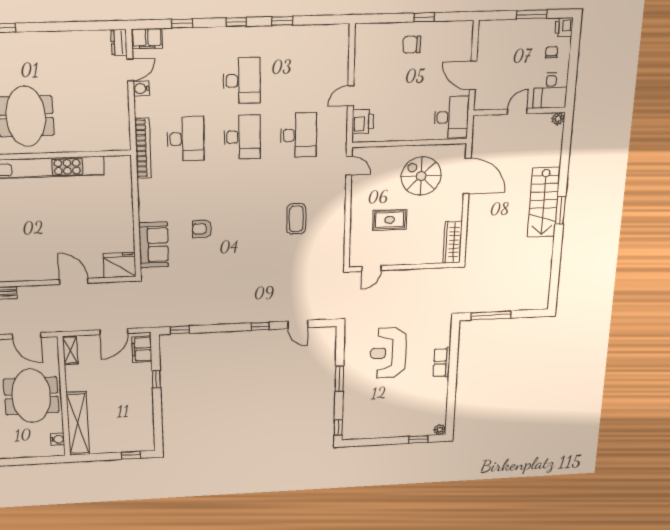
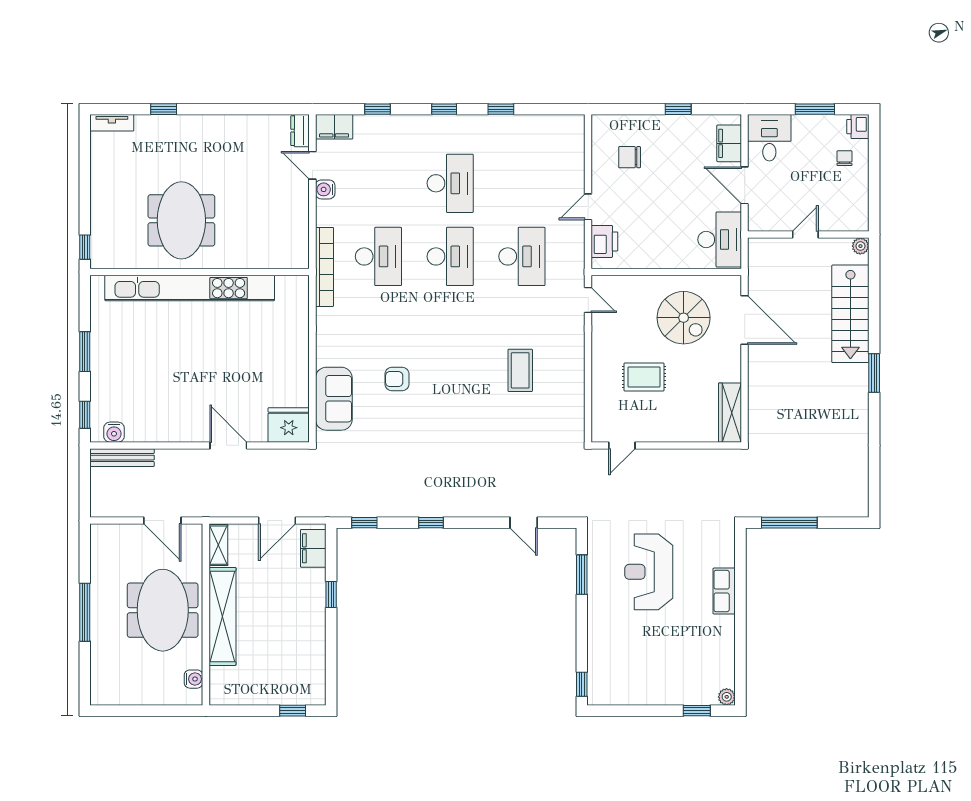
filing cabinet: (463, 43) -> (729, 143), added
chair: (412, 45) -> (630, 157), moved
door: (130, 70) -> (312, 165), swing flipped
desk: (551, 90) -> (769, 138), moved, turned 180
spiral stairs: (421, 176) -> (684, 318), turned 180
stairs: (544, 202) -> (850, 314), moved
window: (260, 326) -> (431, 523), moved
window: (339, 379) -> (582, 575), moved
shelving: (78, 424) -> (222, 616), moved

